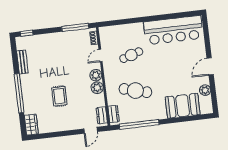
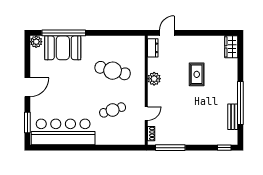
window: (206, 35) -> (27, 122), added
plant: (96, 75) -> (154, 93), removed
plant: (205, 90) -> (36, 42), moved
window: (19, 93) -> (240, 103), moved
dresser: (114, 114) -> (140, 48), removed
window: (139, 124) -> (64, 33), moved

